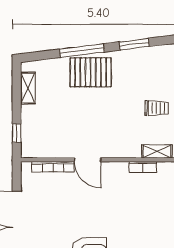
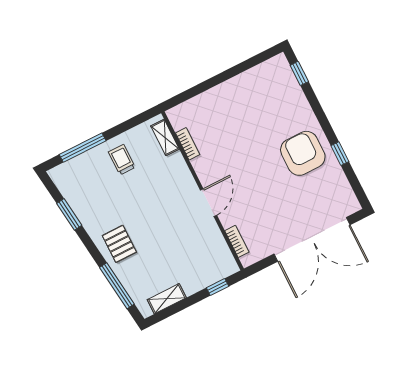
window: (82, 51) -> (117, 286), moved
pallet: (91, 72) -> (119, 244), width x0.67, depth x0.71
bookcase: (53, 167) -> (237, 241), width x0.64

